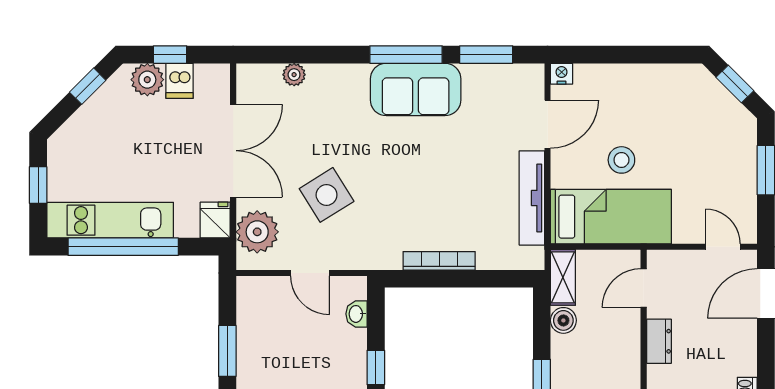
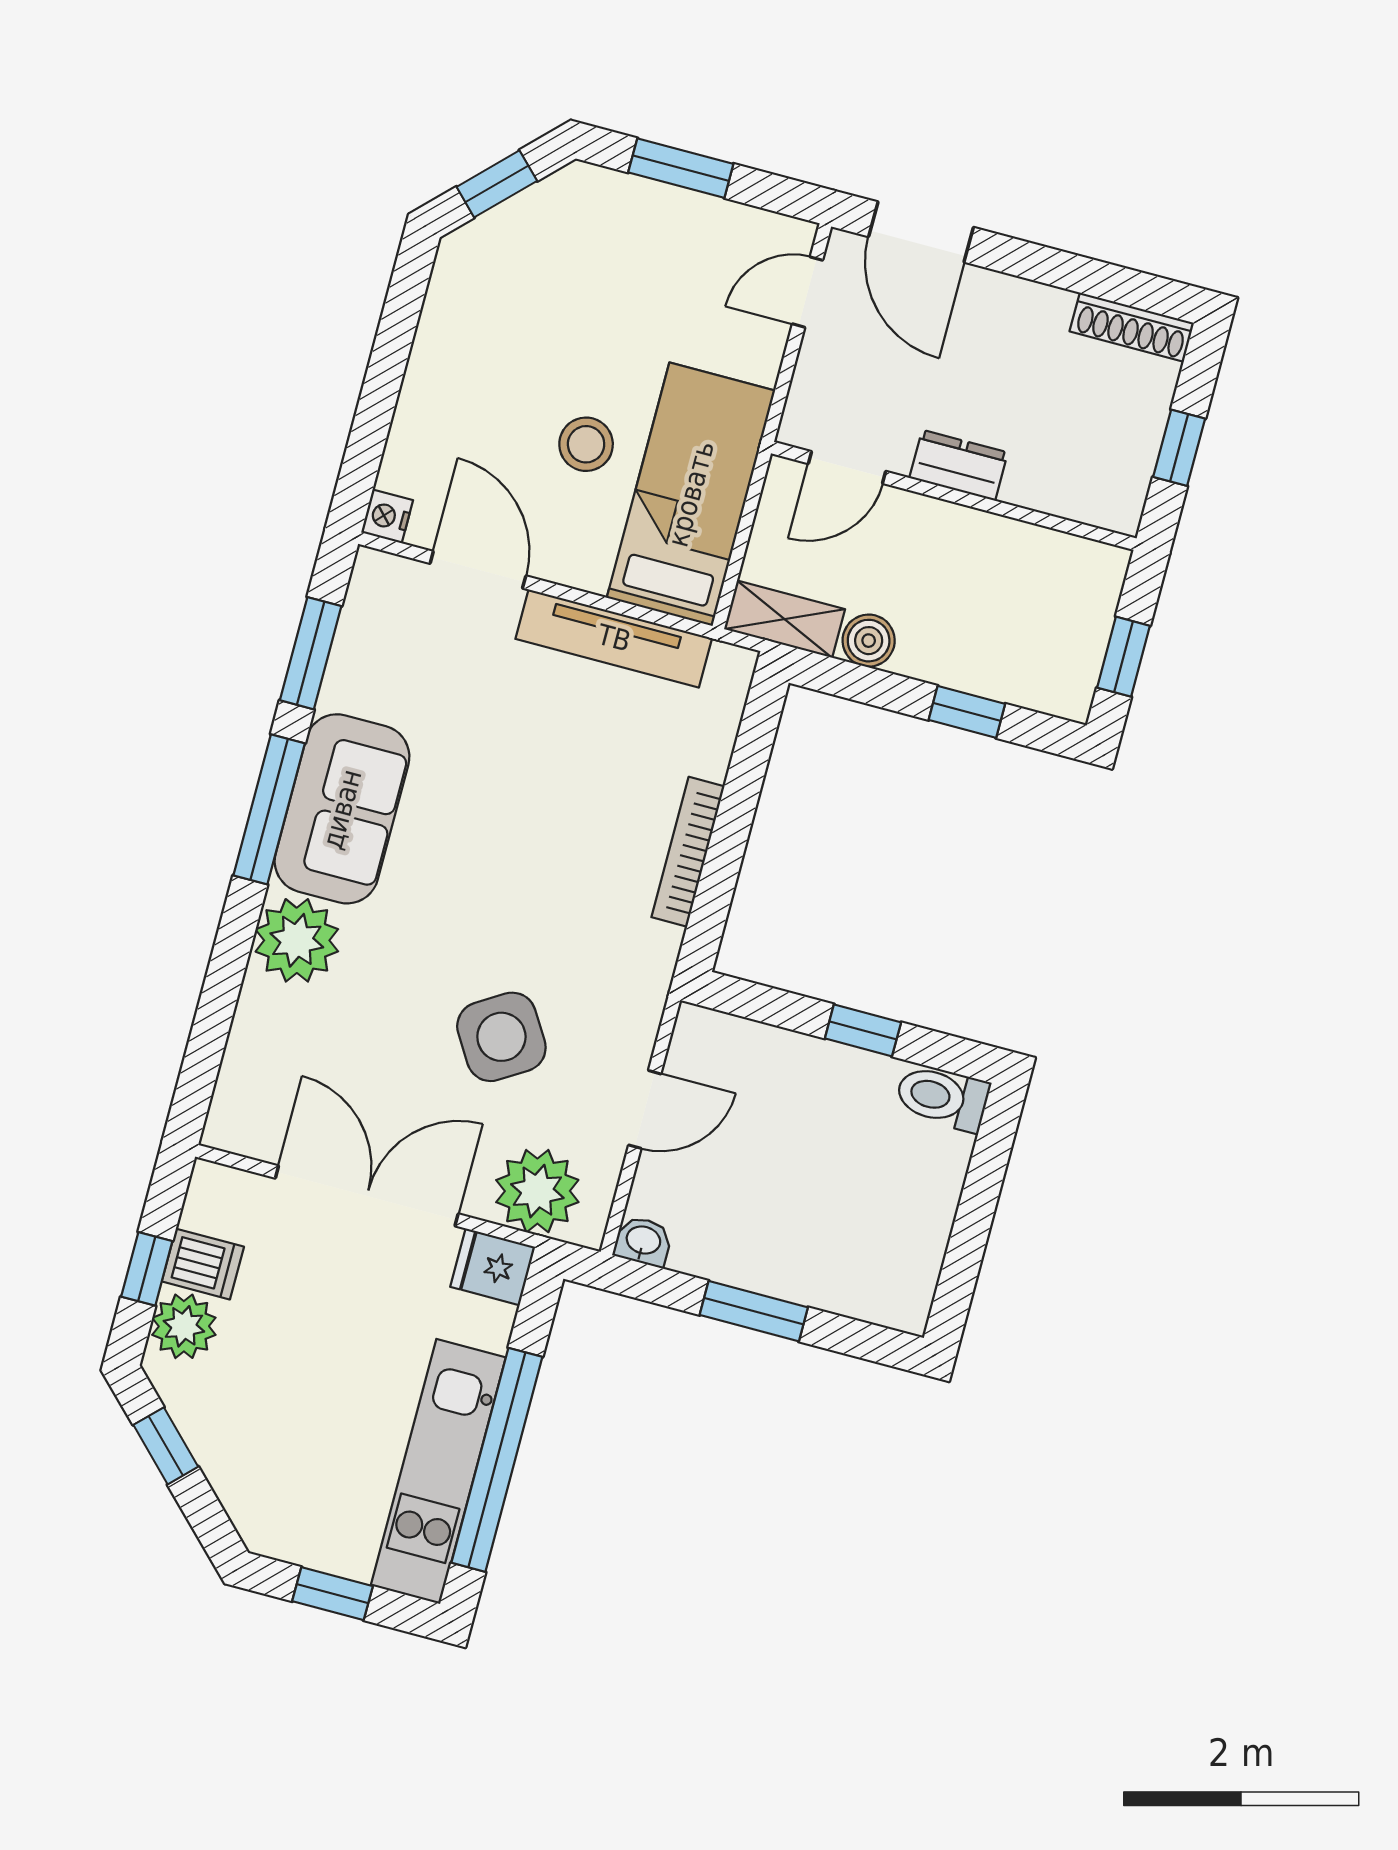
plant: (294, 75) -> (297, 940), moved, width x1.88, depth x1.88
door: (644, 288) -> (847, 467), hinge flipped
washbasin: (356, 314) -> (643, 1241), moved, turned 180

